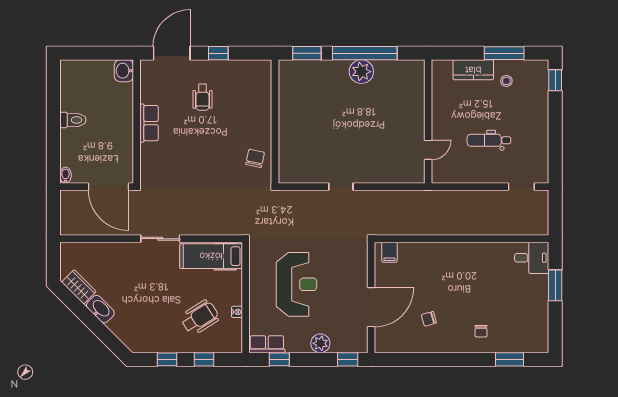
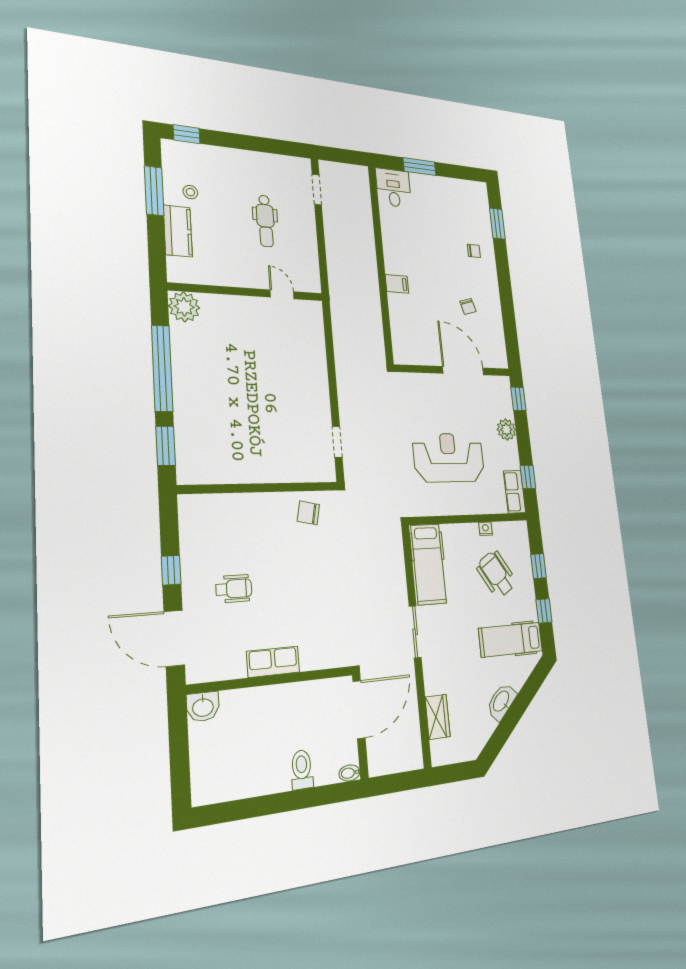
plant: (361, 72) -> (184, 307), moved
toilet: (73, 120) -> (302, 770), moved
doorway: (341, 187) -> (337, 442), moved
filing cabinet: (389, 252) -> (397, 284), moved
wardrobe: (79, 287) -> (438, 717), moved, turned 135
hospital bed: (147, 324) -> (511, 640), added

